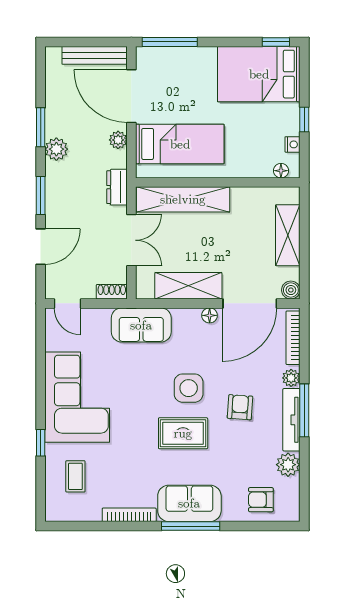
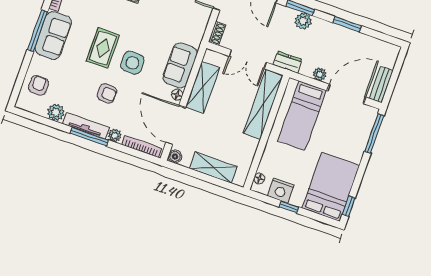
bench: (95, 55) -> (381, 85), width x0.73
nightstand: (292, 144) -> (281, 190), width x1.89, depth x1.79
plant: (56, 149) -> (303, 21), moved
sofa: (141, 325) -> (180, 65), moved

